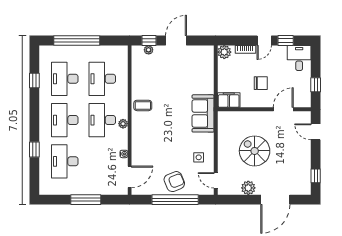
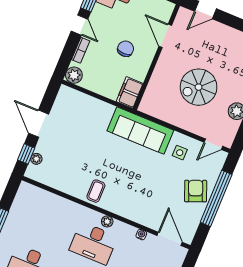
desk: (102, 79) -> (47, 224), removed
sofa: (203, 113) -> (140, 130), width x1.36

